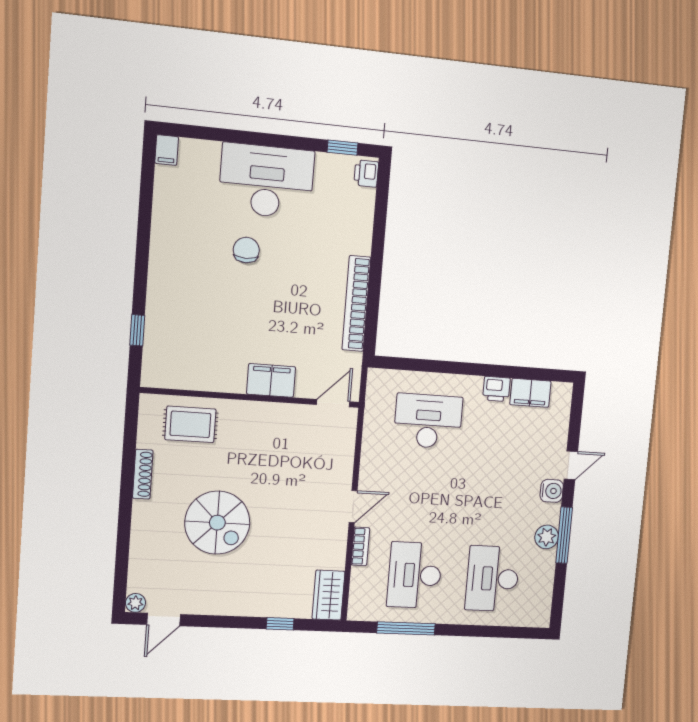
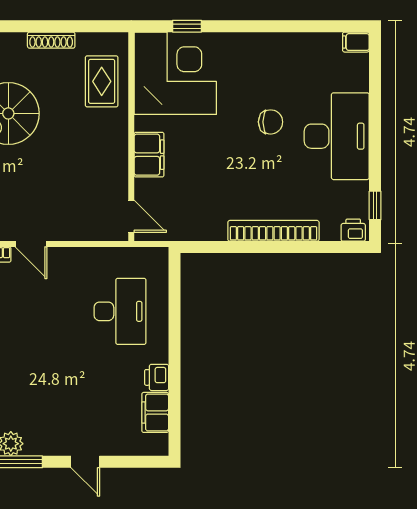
bookcase: (356, 304) -> (273, 231), moved
corner desk: (187, 347) -> (175, 73), added
water cooler: (552, 491) -> (58, 444), removed

